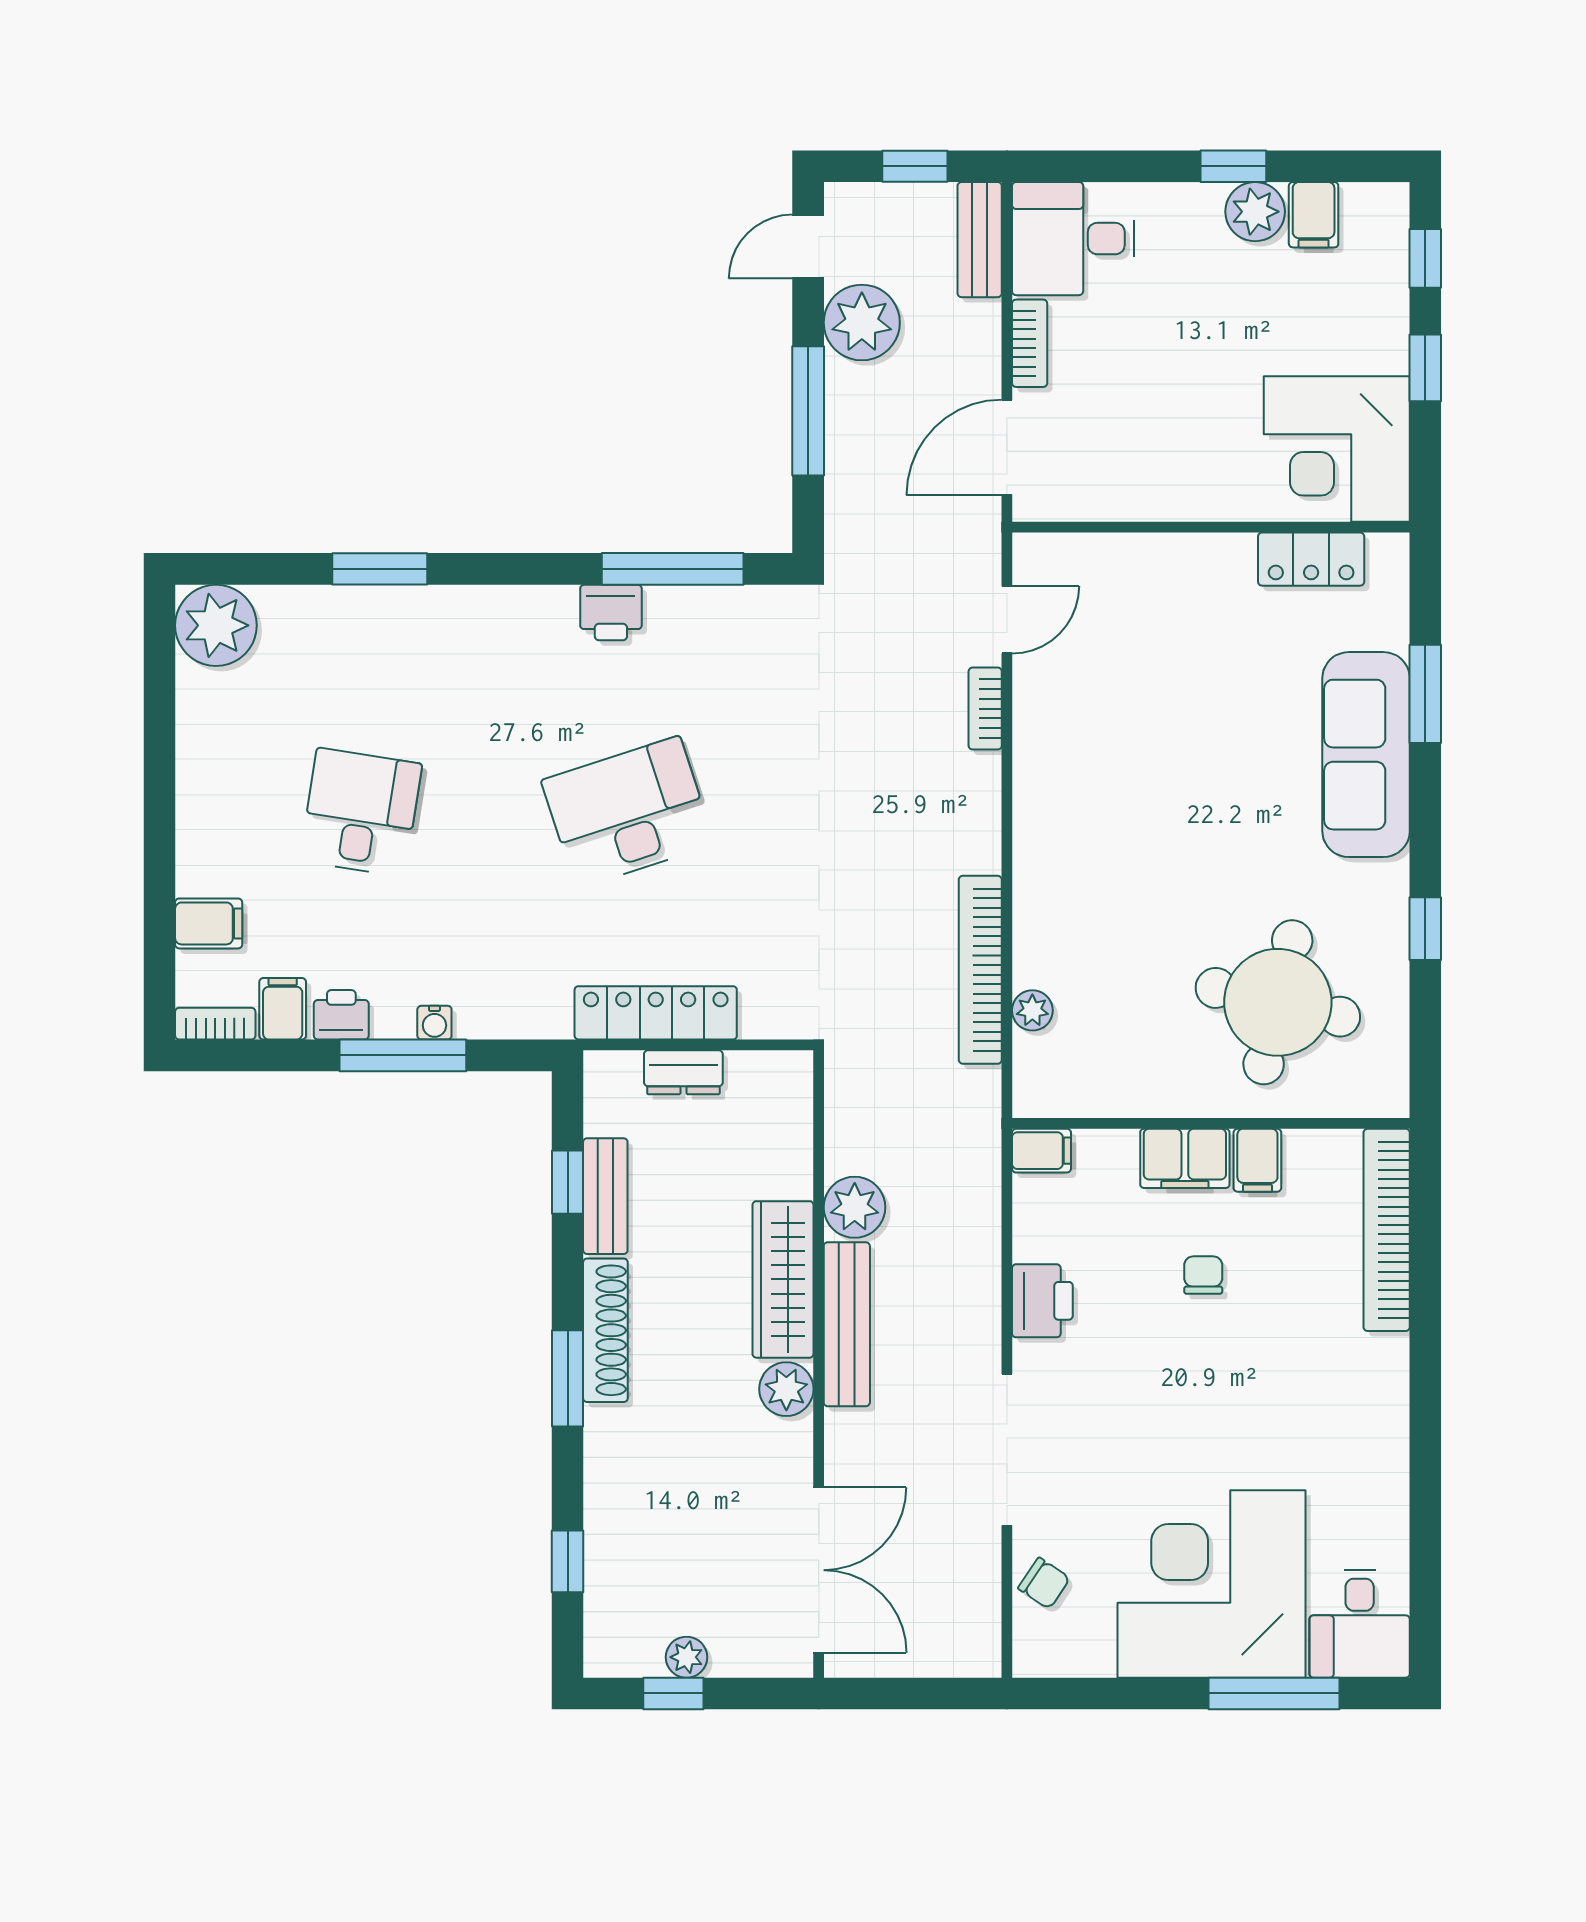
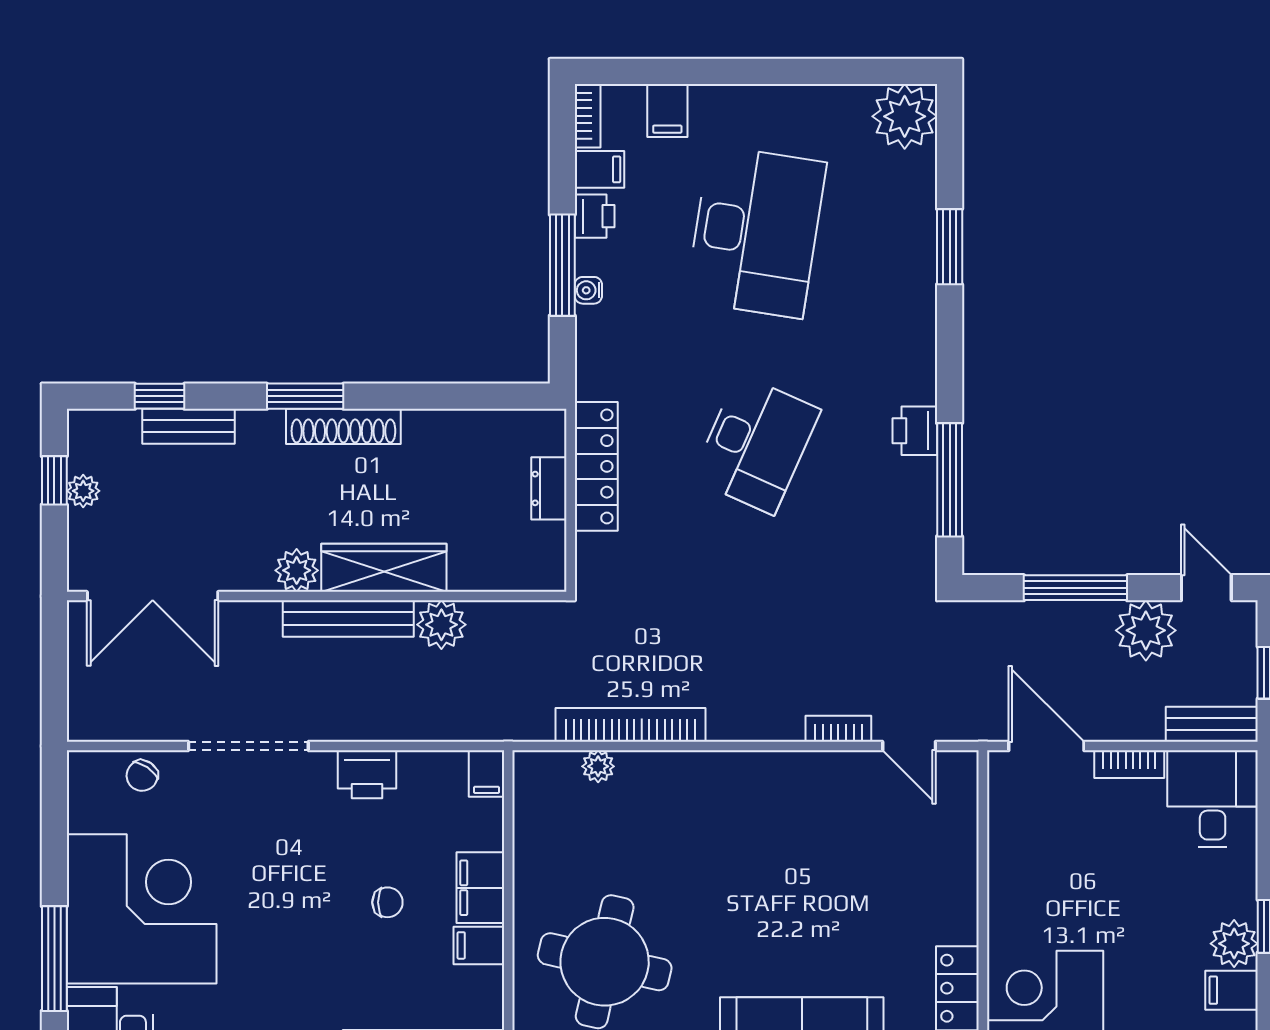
desk: (361, 812) -> (756, 232), width x1.87, depth x1.30
desk: (628, 812) -> (756, 444), turned 42
window: (568, 1182) -> (461, 396), removed
bench: (605, 1196) -> (189, 426), moved

